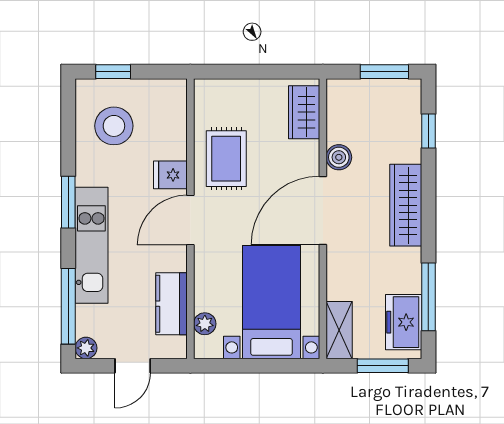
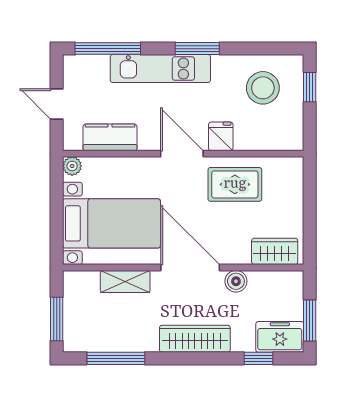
freezer: (404, 322) -> (280, 337), moved
plant: (205, 324) -> (72, 166), moved
shelving: (339, 330) -> (125, 281), moved
plant: (86, 348) -> (72, 64), removed

